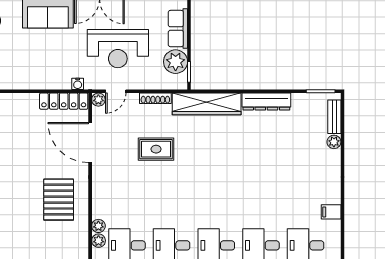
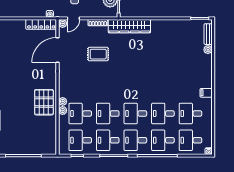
dresser: (266, 102) -> (166, 25), removed
door: (90, 143) -> (58, 50), hinge flipped
pallet: (59, 200) -> (44, 102), moved

